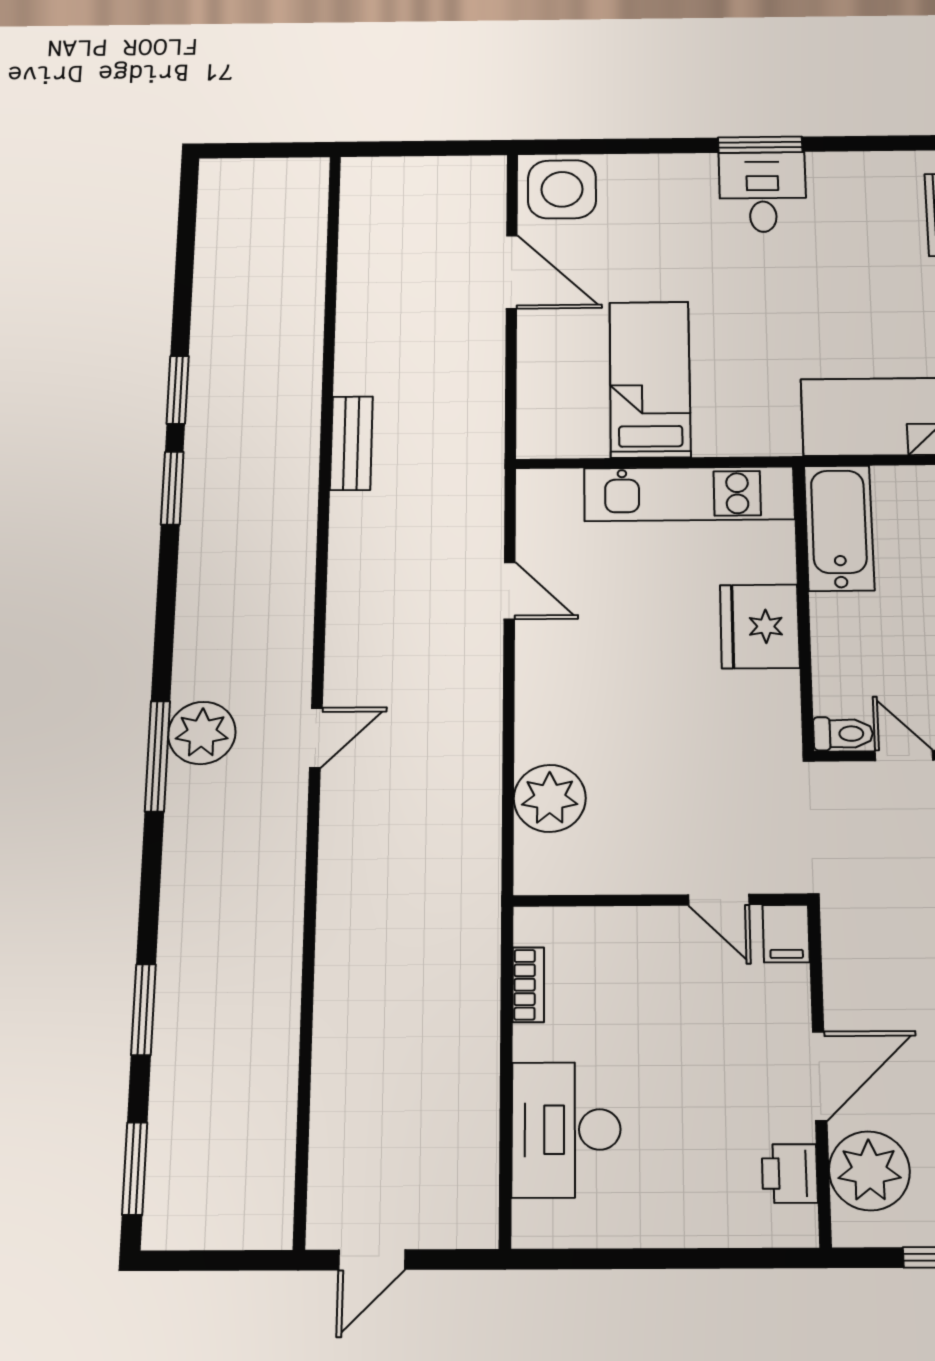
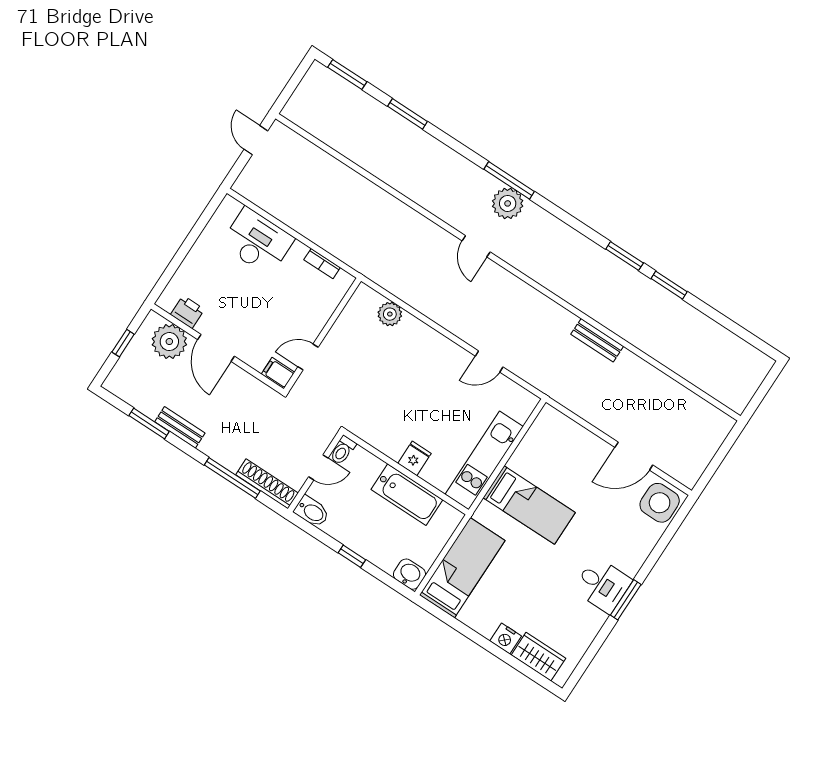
bed: (650, 379) -> (529, 505), moved
bathtub: (839, 528) -> (407, 495), moved
fridge: (760, 626) -> (414, 458), width x0.53, depth x0.75
plant: (550, 798) -> (390, 314), width x0.73, depth x0.73

